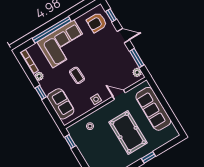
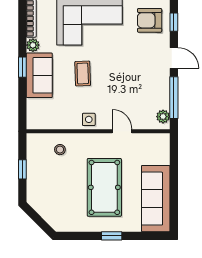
window: (137, 58) -> (174, 98), width x1.44
sofa: (61, 104) -> (39, 75), moved
sofa: (153, 109) -> (156, 199), moved
window: (70, 142) -> (22, 169), moved

